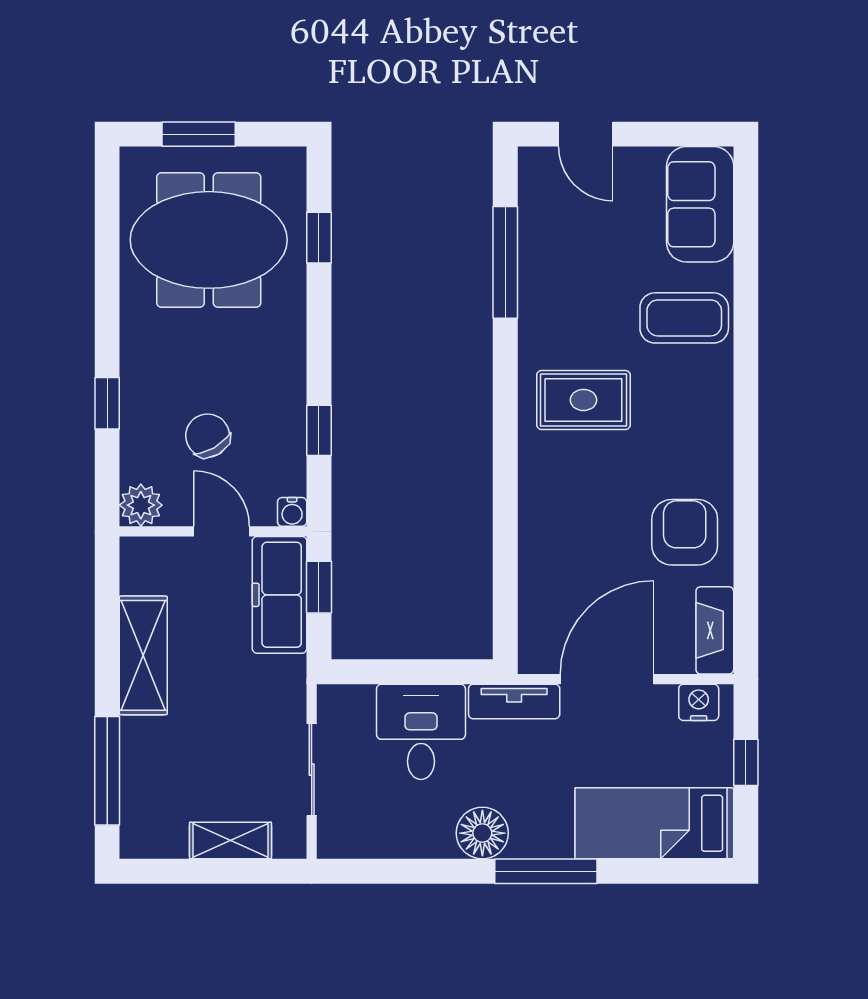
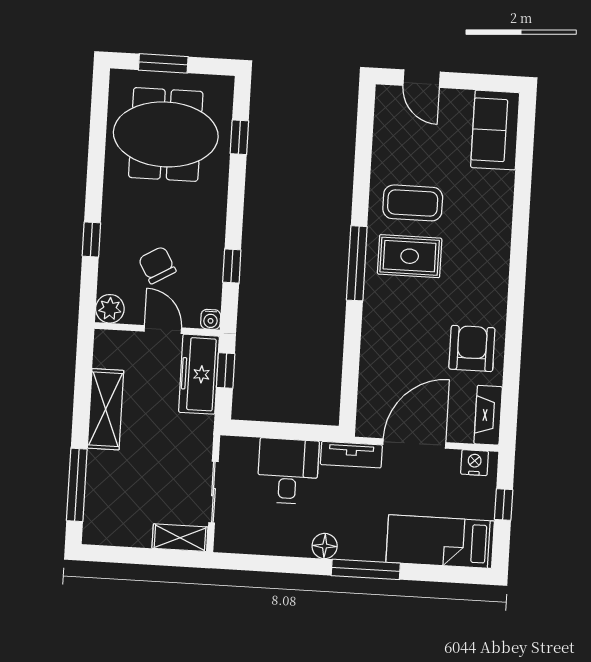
window: (505, 262) -> (357, 263), moved
coffee table: (684, 318) -> (413, 203), moved
floor lamp: (482, 833) -> (325, 546), width x0.73, depth x0.73
shelving: (230, 841) -> (180, 538), moved

